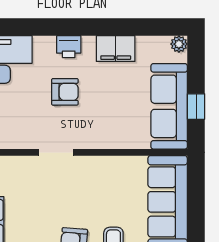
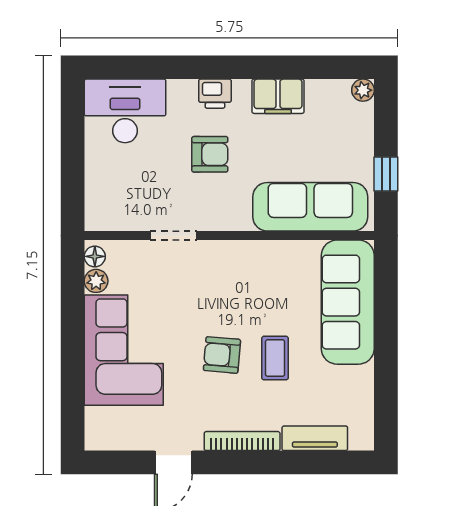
sofa: (169, 106) -> (310, 207), moved, turned 90
doorway: (56, 152) -> (173, 236), moved

